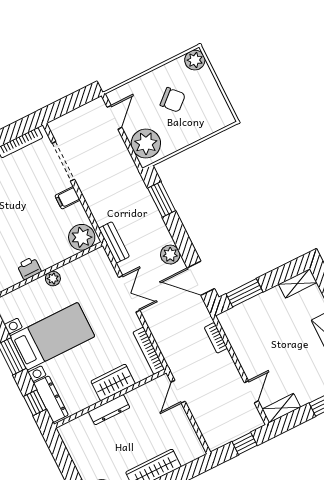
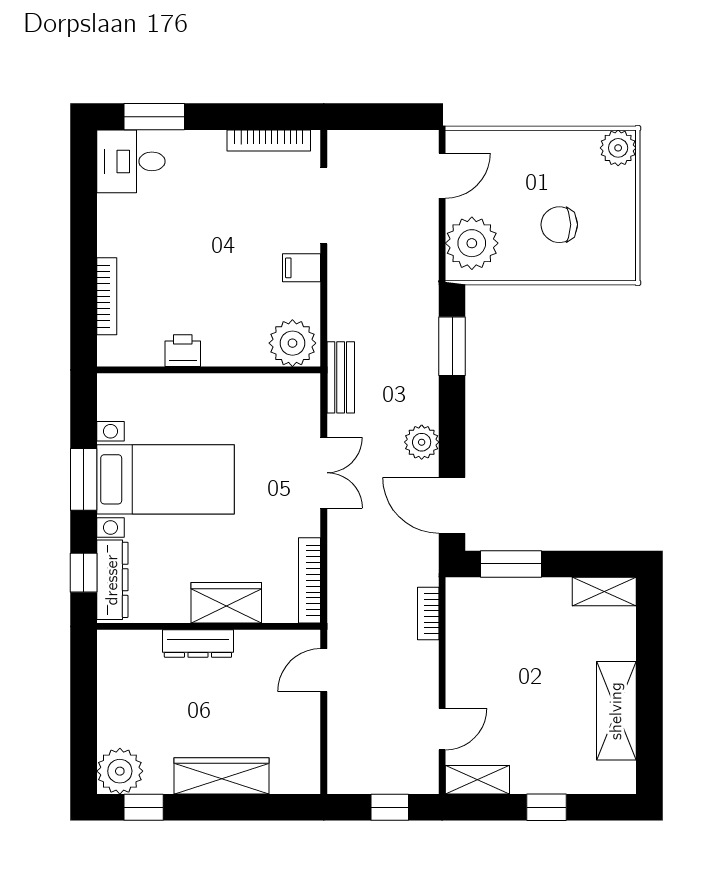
chair: (173, 100) -> (559, 225), moved, turned 132
plant: (53, 279) -> (213, 387), removed

